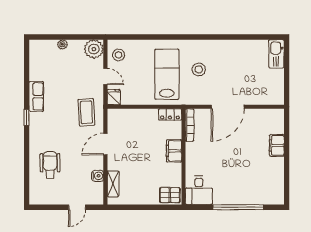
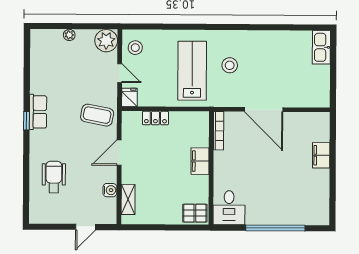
row of seats: (36, 96) -> (38, 112), moved
door: (228, 107) -> (264, 109), hinge flipped
coffee table: (86, 112) -> (97, 115), turned -76
locker: (170, 115) -> (155, 118), moved

